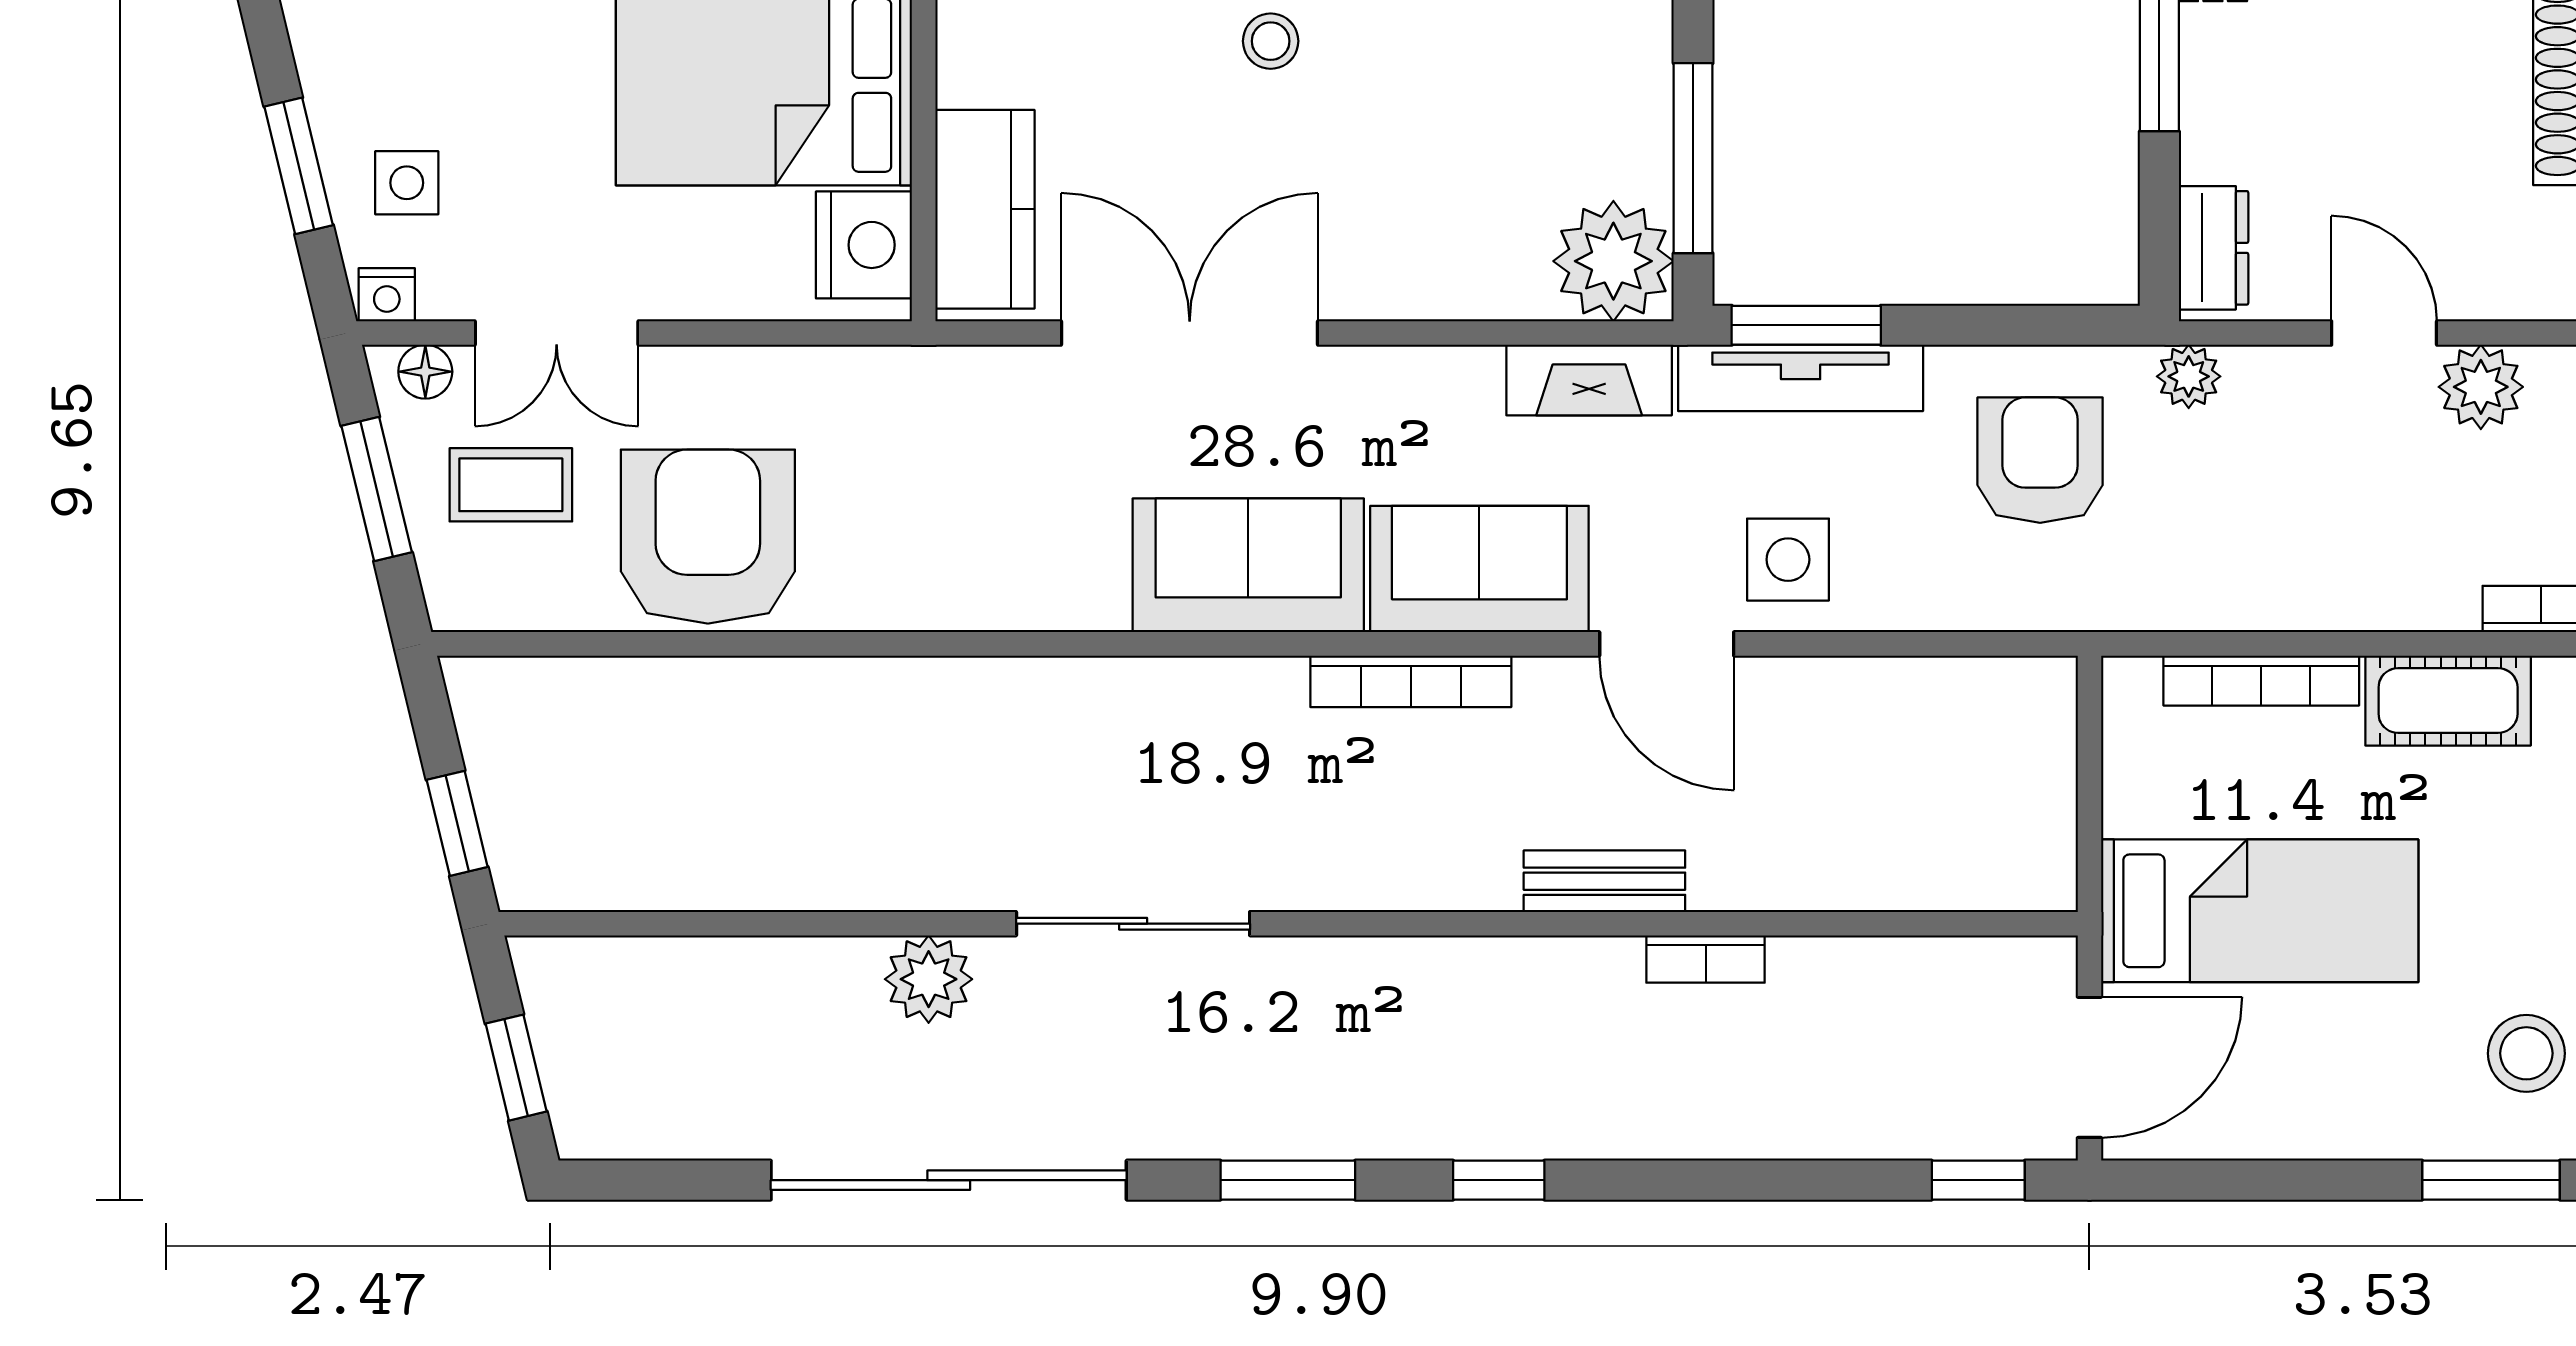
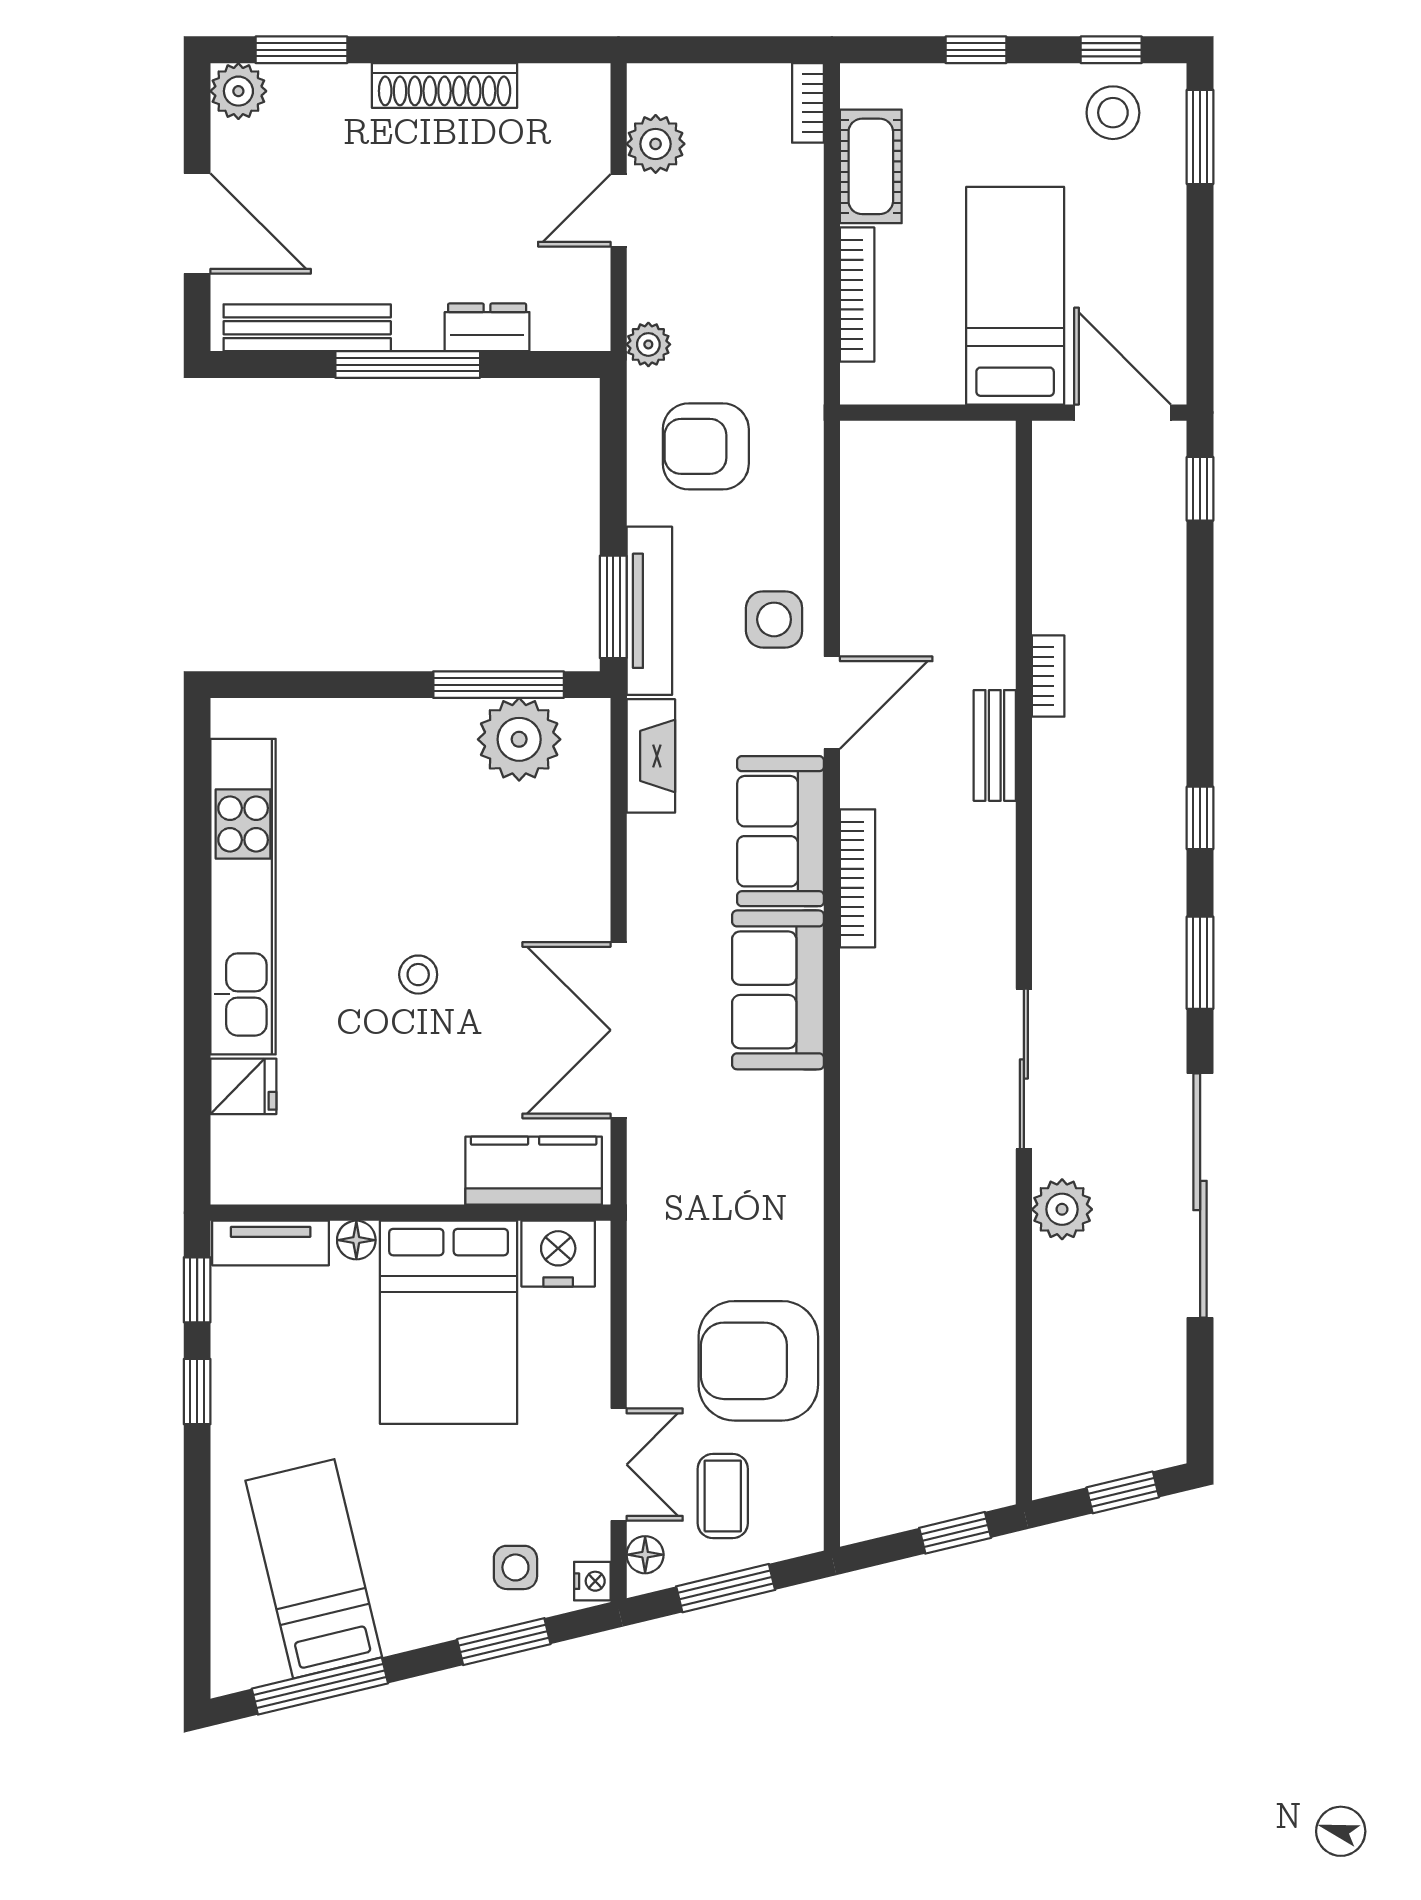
dresser: (2214, 248) -> (487, 327), moved
plant: (1613, 261) -> (519, 739), moved

